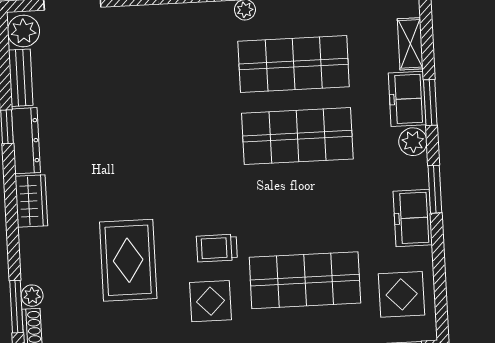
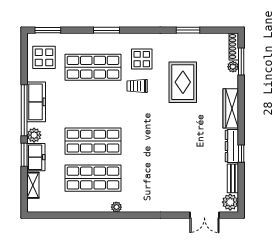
window: (435, 189) -> (24, 110), width x2.11
wardrobe: (31, 201) -> (231, 108), width x1.50
freezer: (413, 218) -> (36, 102), width x1.40
trolley: (217, 248) -> (137, 86), turned 180

